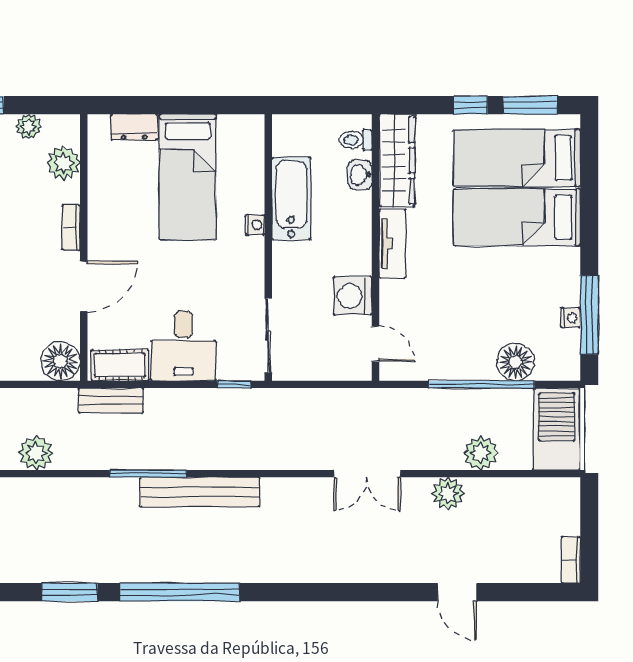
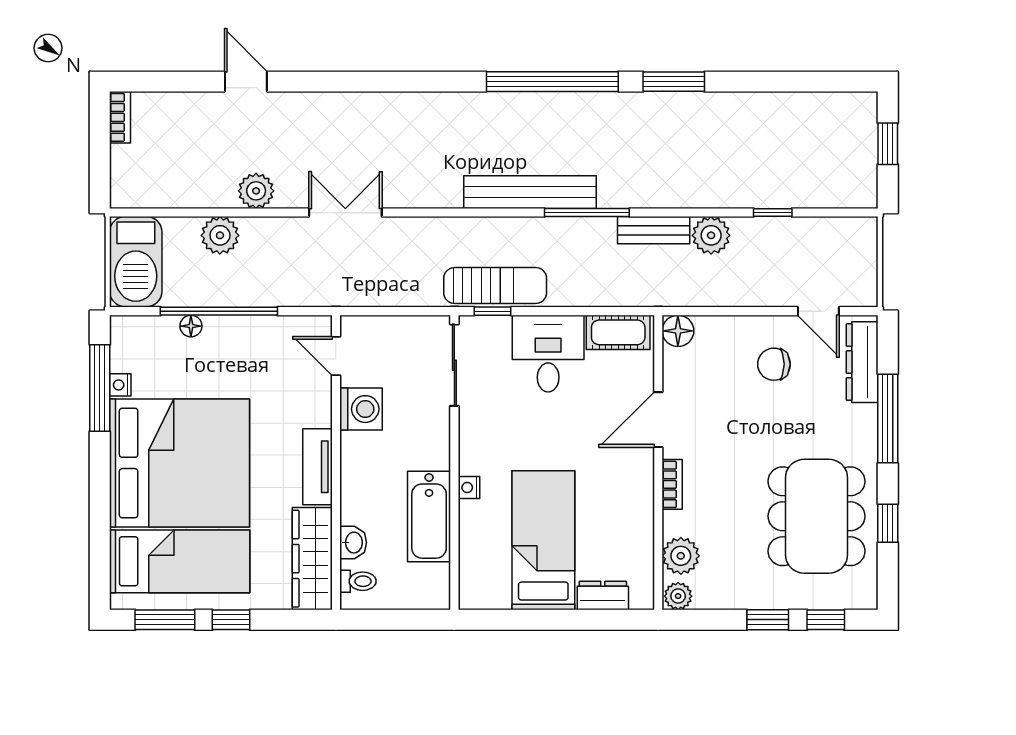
plant: (29, 126) -> (678, 596), moved
bed: (517, 217) -> (179, 463), width x2.04
floor lamp: (61, 361) -> (678, 331), width x0.73, depth x0.73
floor lamp: (516, 362) -> (191, 326), width x0.53, depth x0.53
bench: (111, 400) -> (654, 230), moved
sun lounger: (231, 408) -> (495, 286), added

